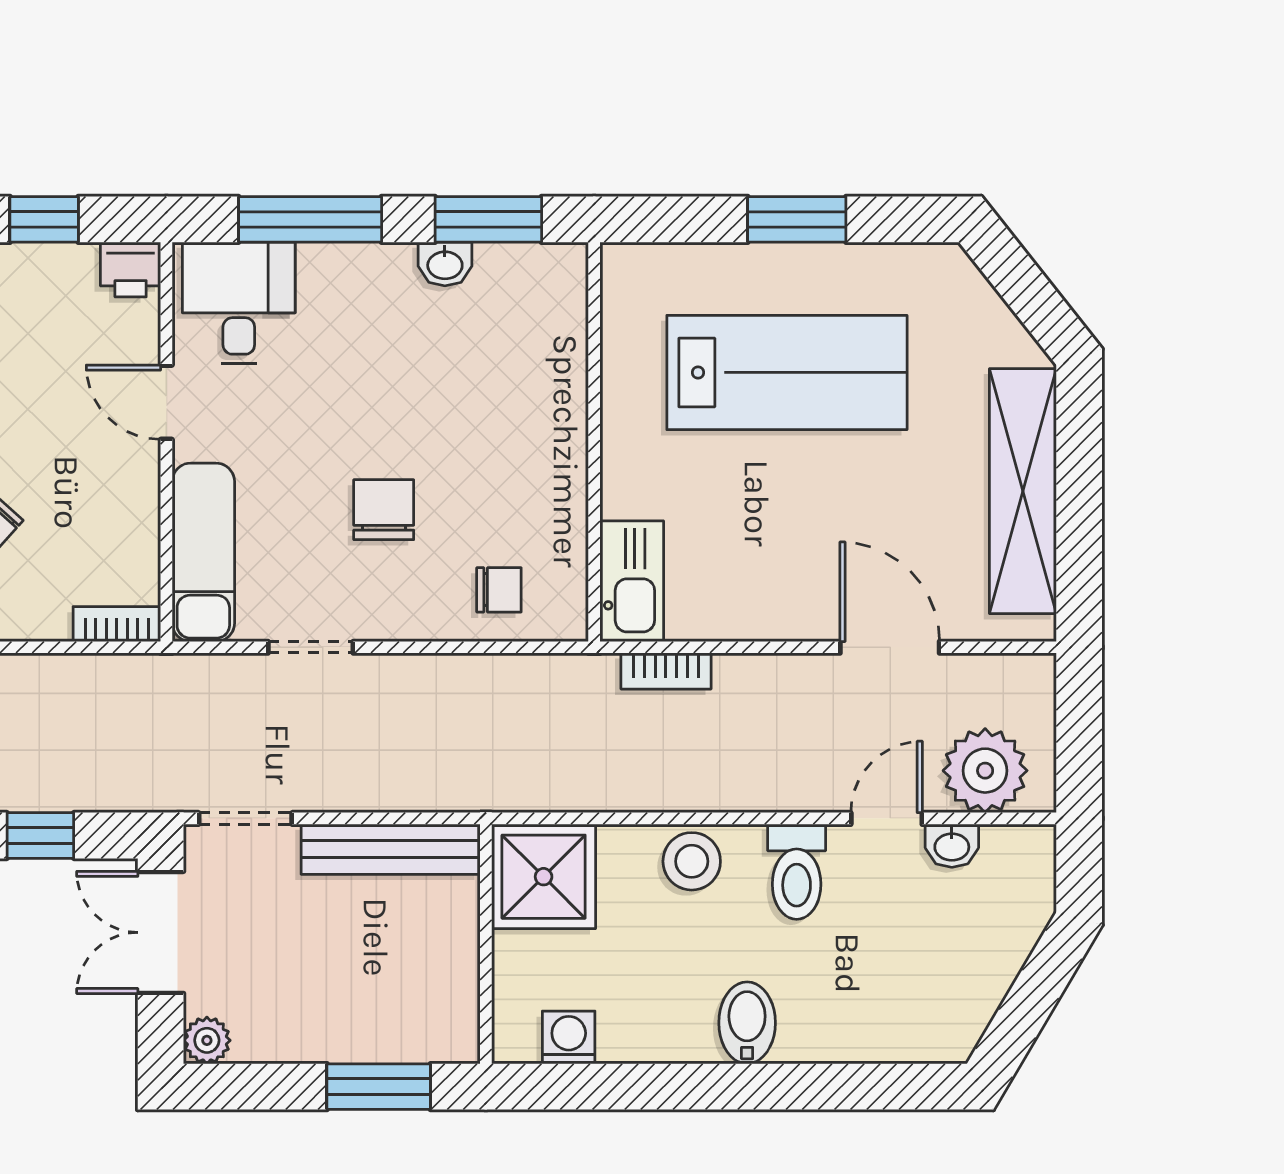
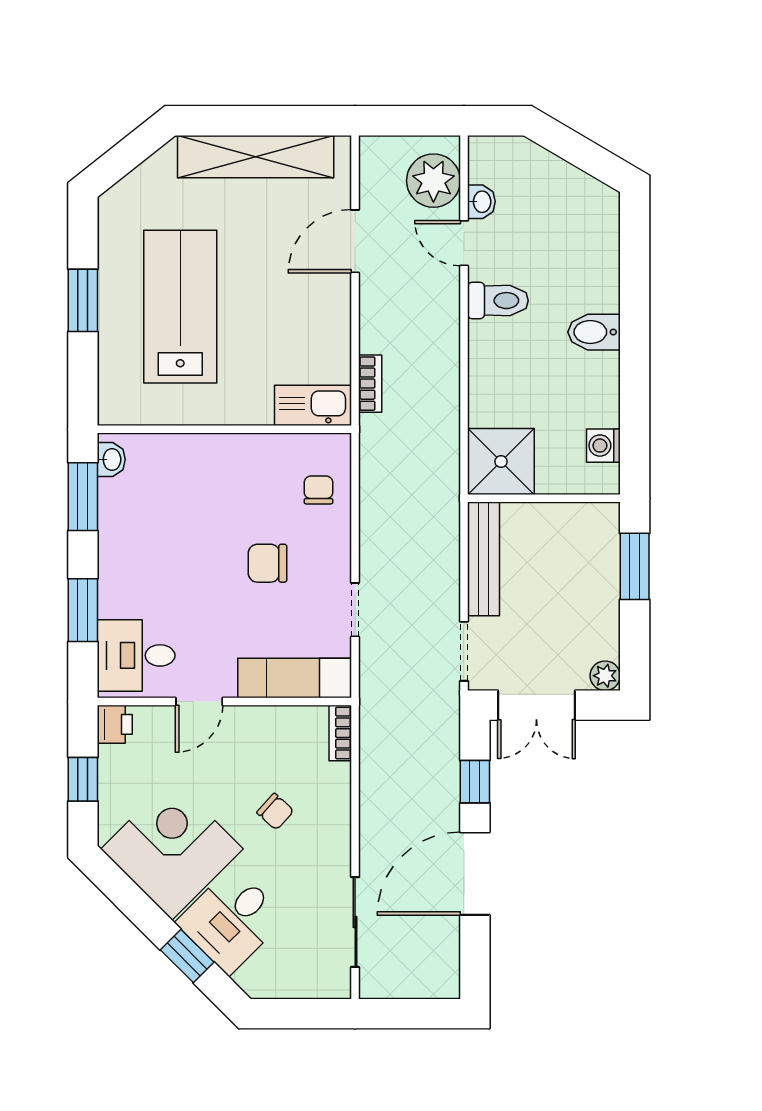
window: (310, 219) -> (83, 610), width x0.69
washbasin: (445, 264) -> (111, 459), moved
stool: (692, 861) -> (491, 367), removed

